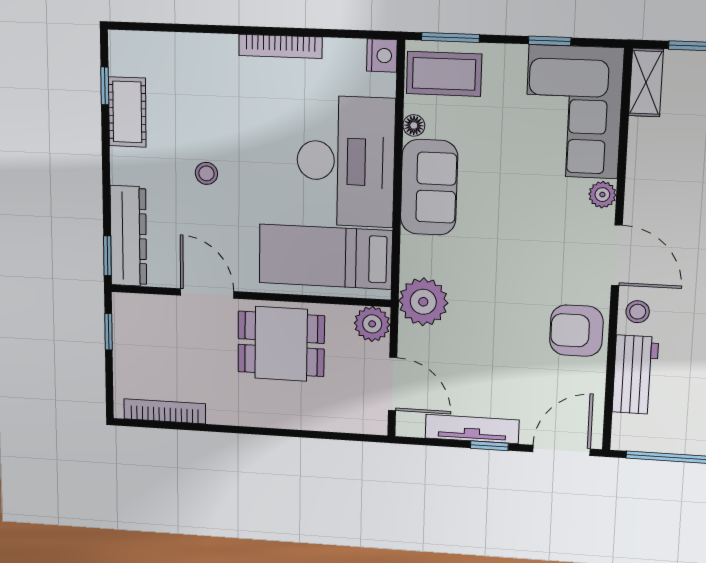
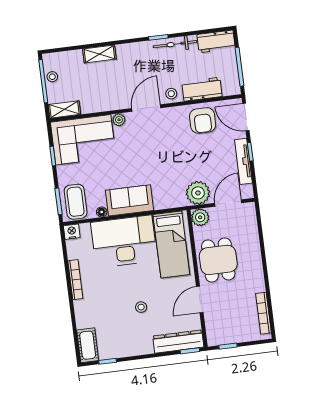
cot: (127, 112) -> (88, 345), moved, turned 90
plant: (423, 302) -> (198, 193), moved
armchair: (576, 331) -> (203, 120), moved

